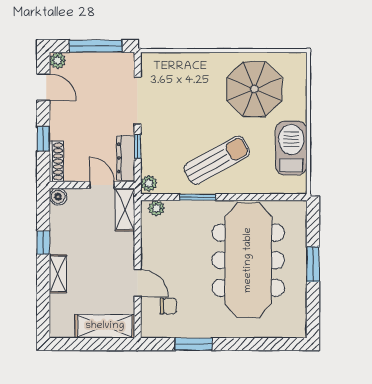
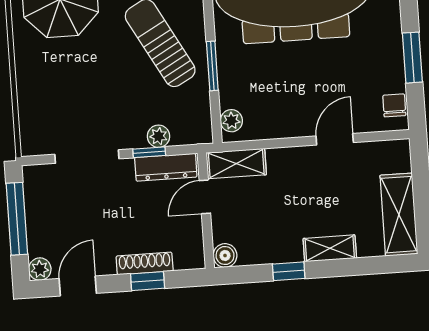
shoe rack: (56, 161) -> (145, 263), moved
plant: (149, 183) -> (158, 136), moved
chair: (168, 306) -> (394, 105), moved
shelving: (105, 326) -> (399, 215), moved

